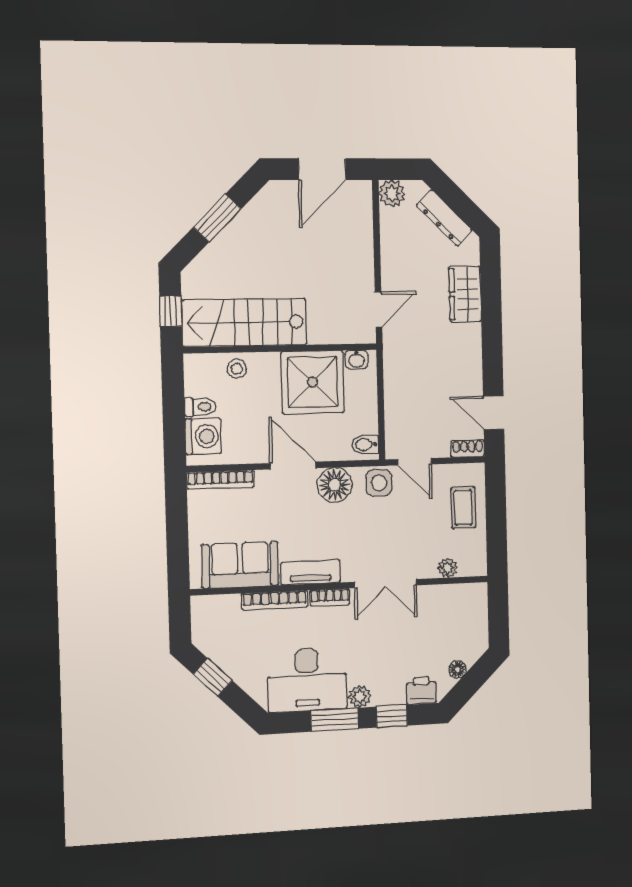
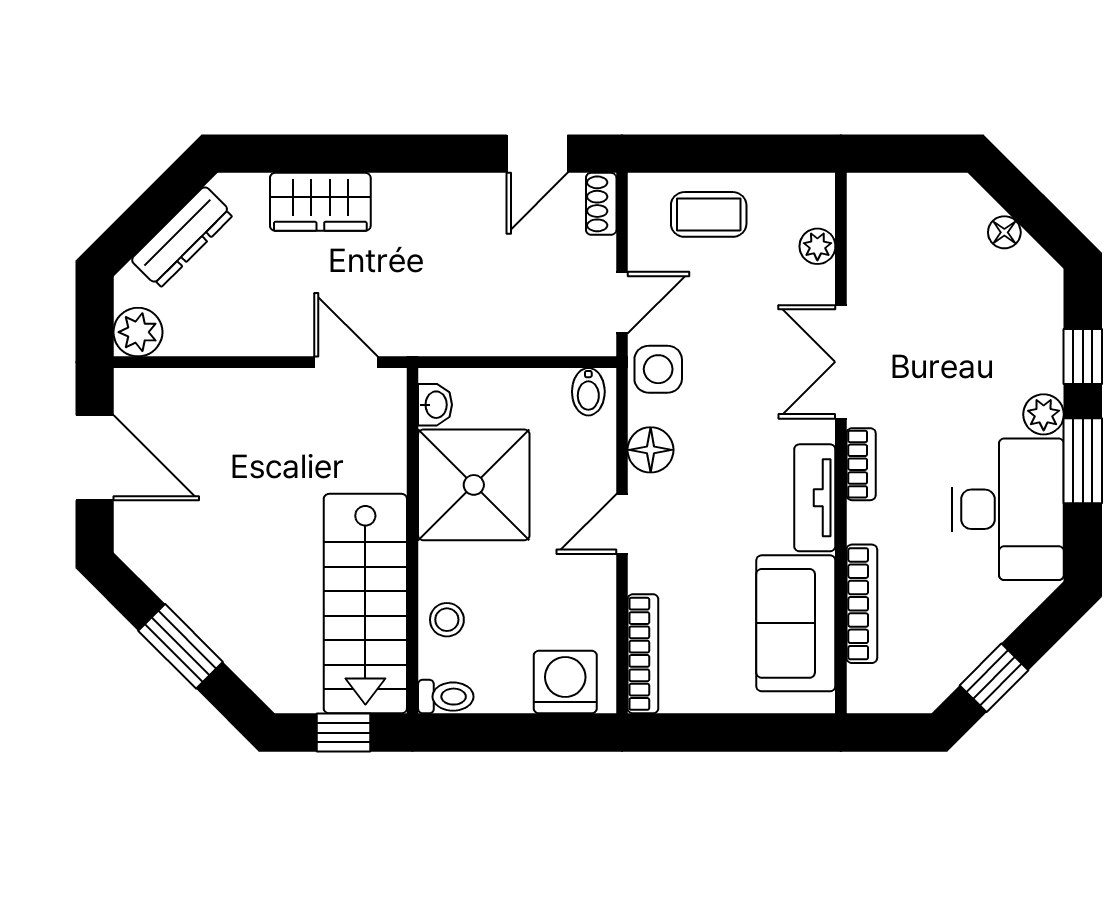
toilet: (200, 407) -> (446, 697), moved, turned 90
door: (293, 466) -> (622, 524), width x0.73
floor lamp: (335, 485) -> (651, 450), width x0.73, depth x0.73
double door: (386, 584) -> (841, 362), swing flipped
bookcase: (275, 600) -> (862, 604), moved
printer: (421, 690) -> (1039, 301), removed

